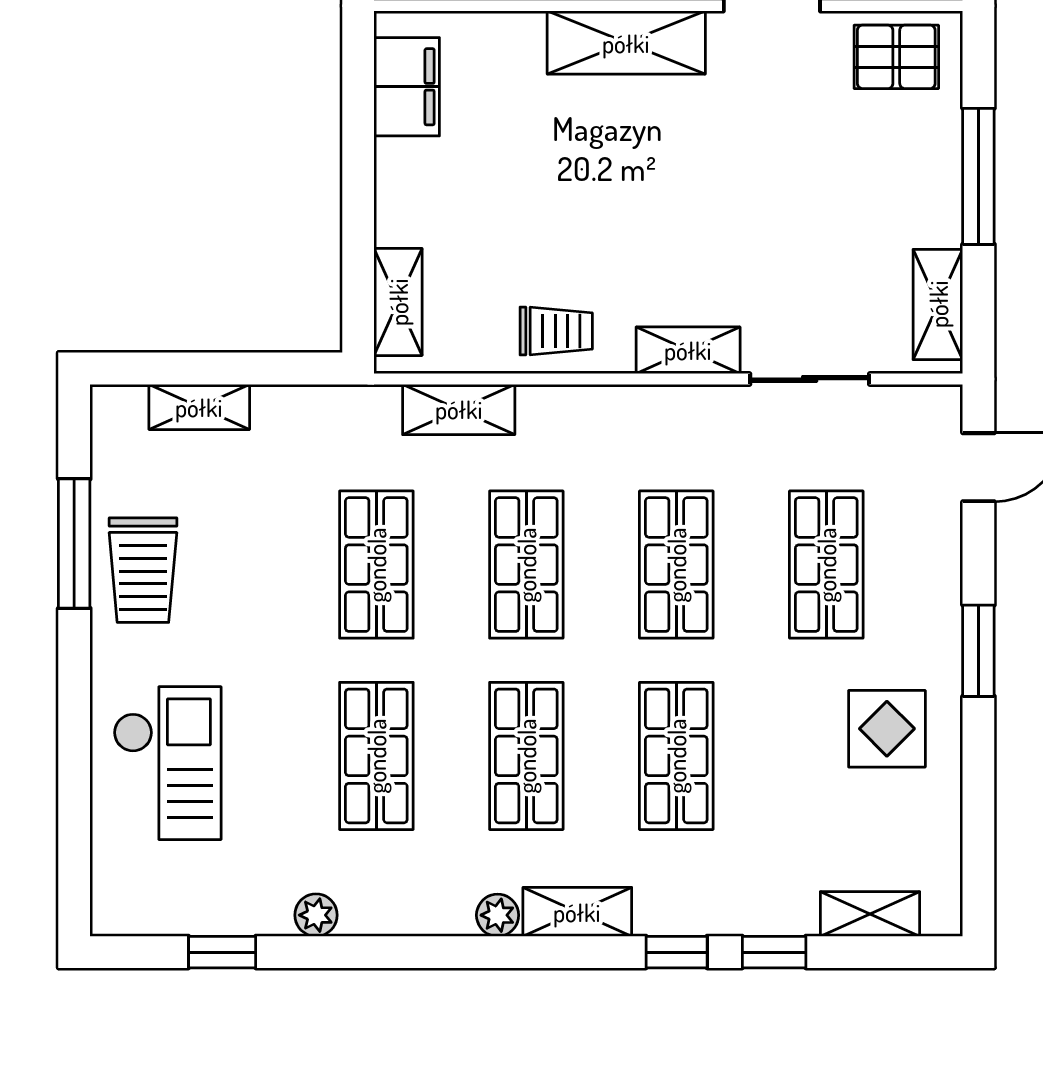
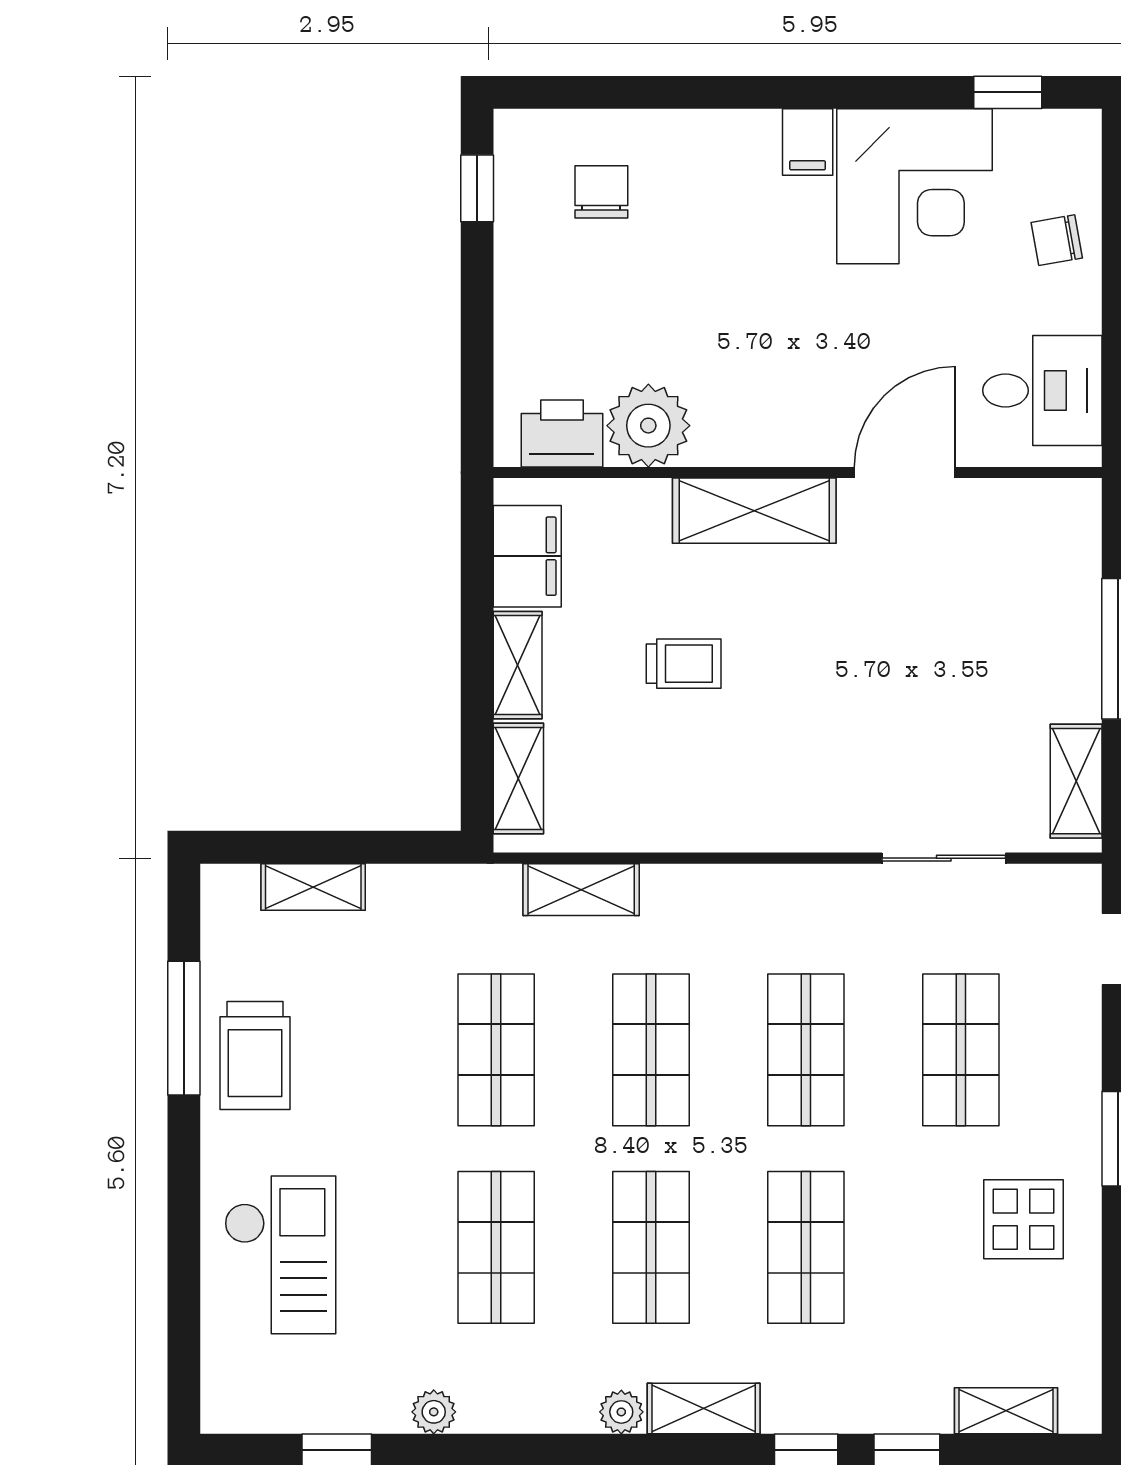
pallet: (896, 57) -> (1033, 525), removed
trolley: (556, 331) -> (684, 664), moved
shelving: (688, 350) -> (518, 665), moved, turned 90

